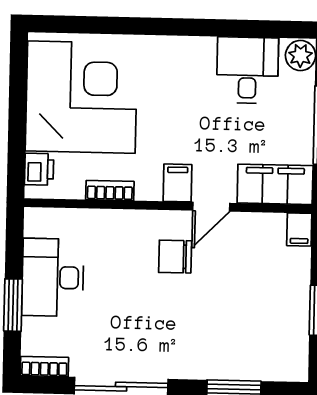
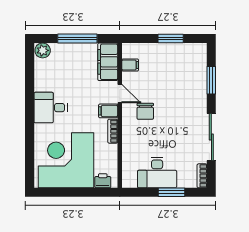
desk: (247, 70) -> (51, 108), moved
bookcase: (110, 191) -> (113, 131), moved
filing cabinet: (299, 229) -> (130, 65), moved

